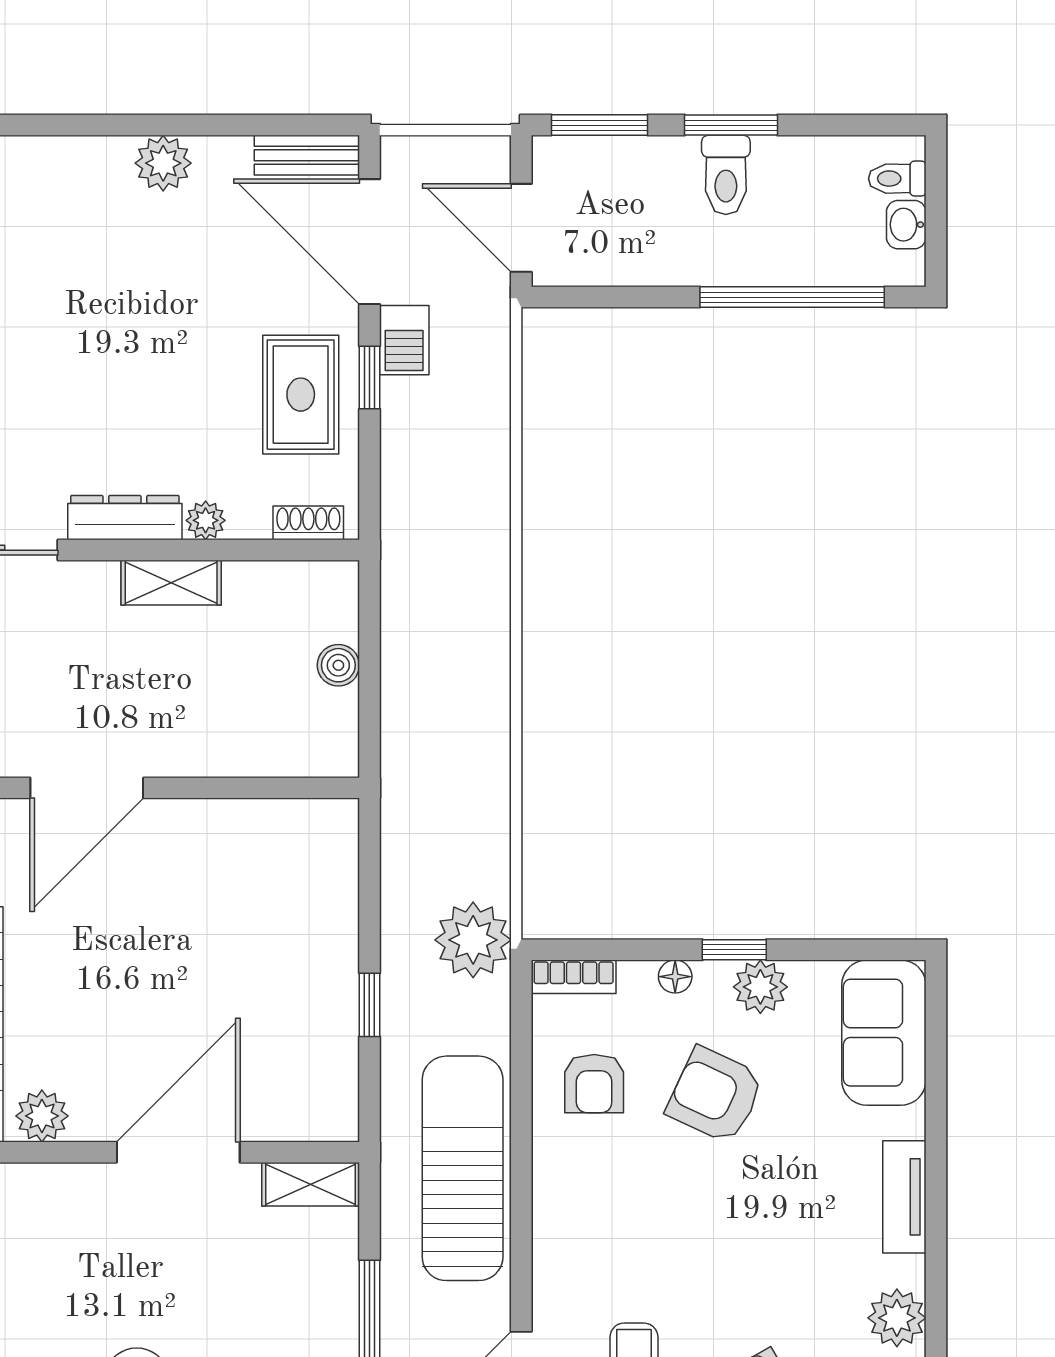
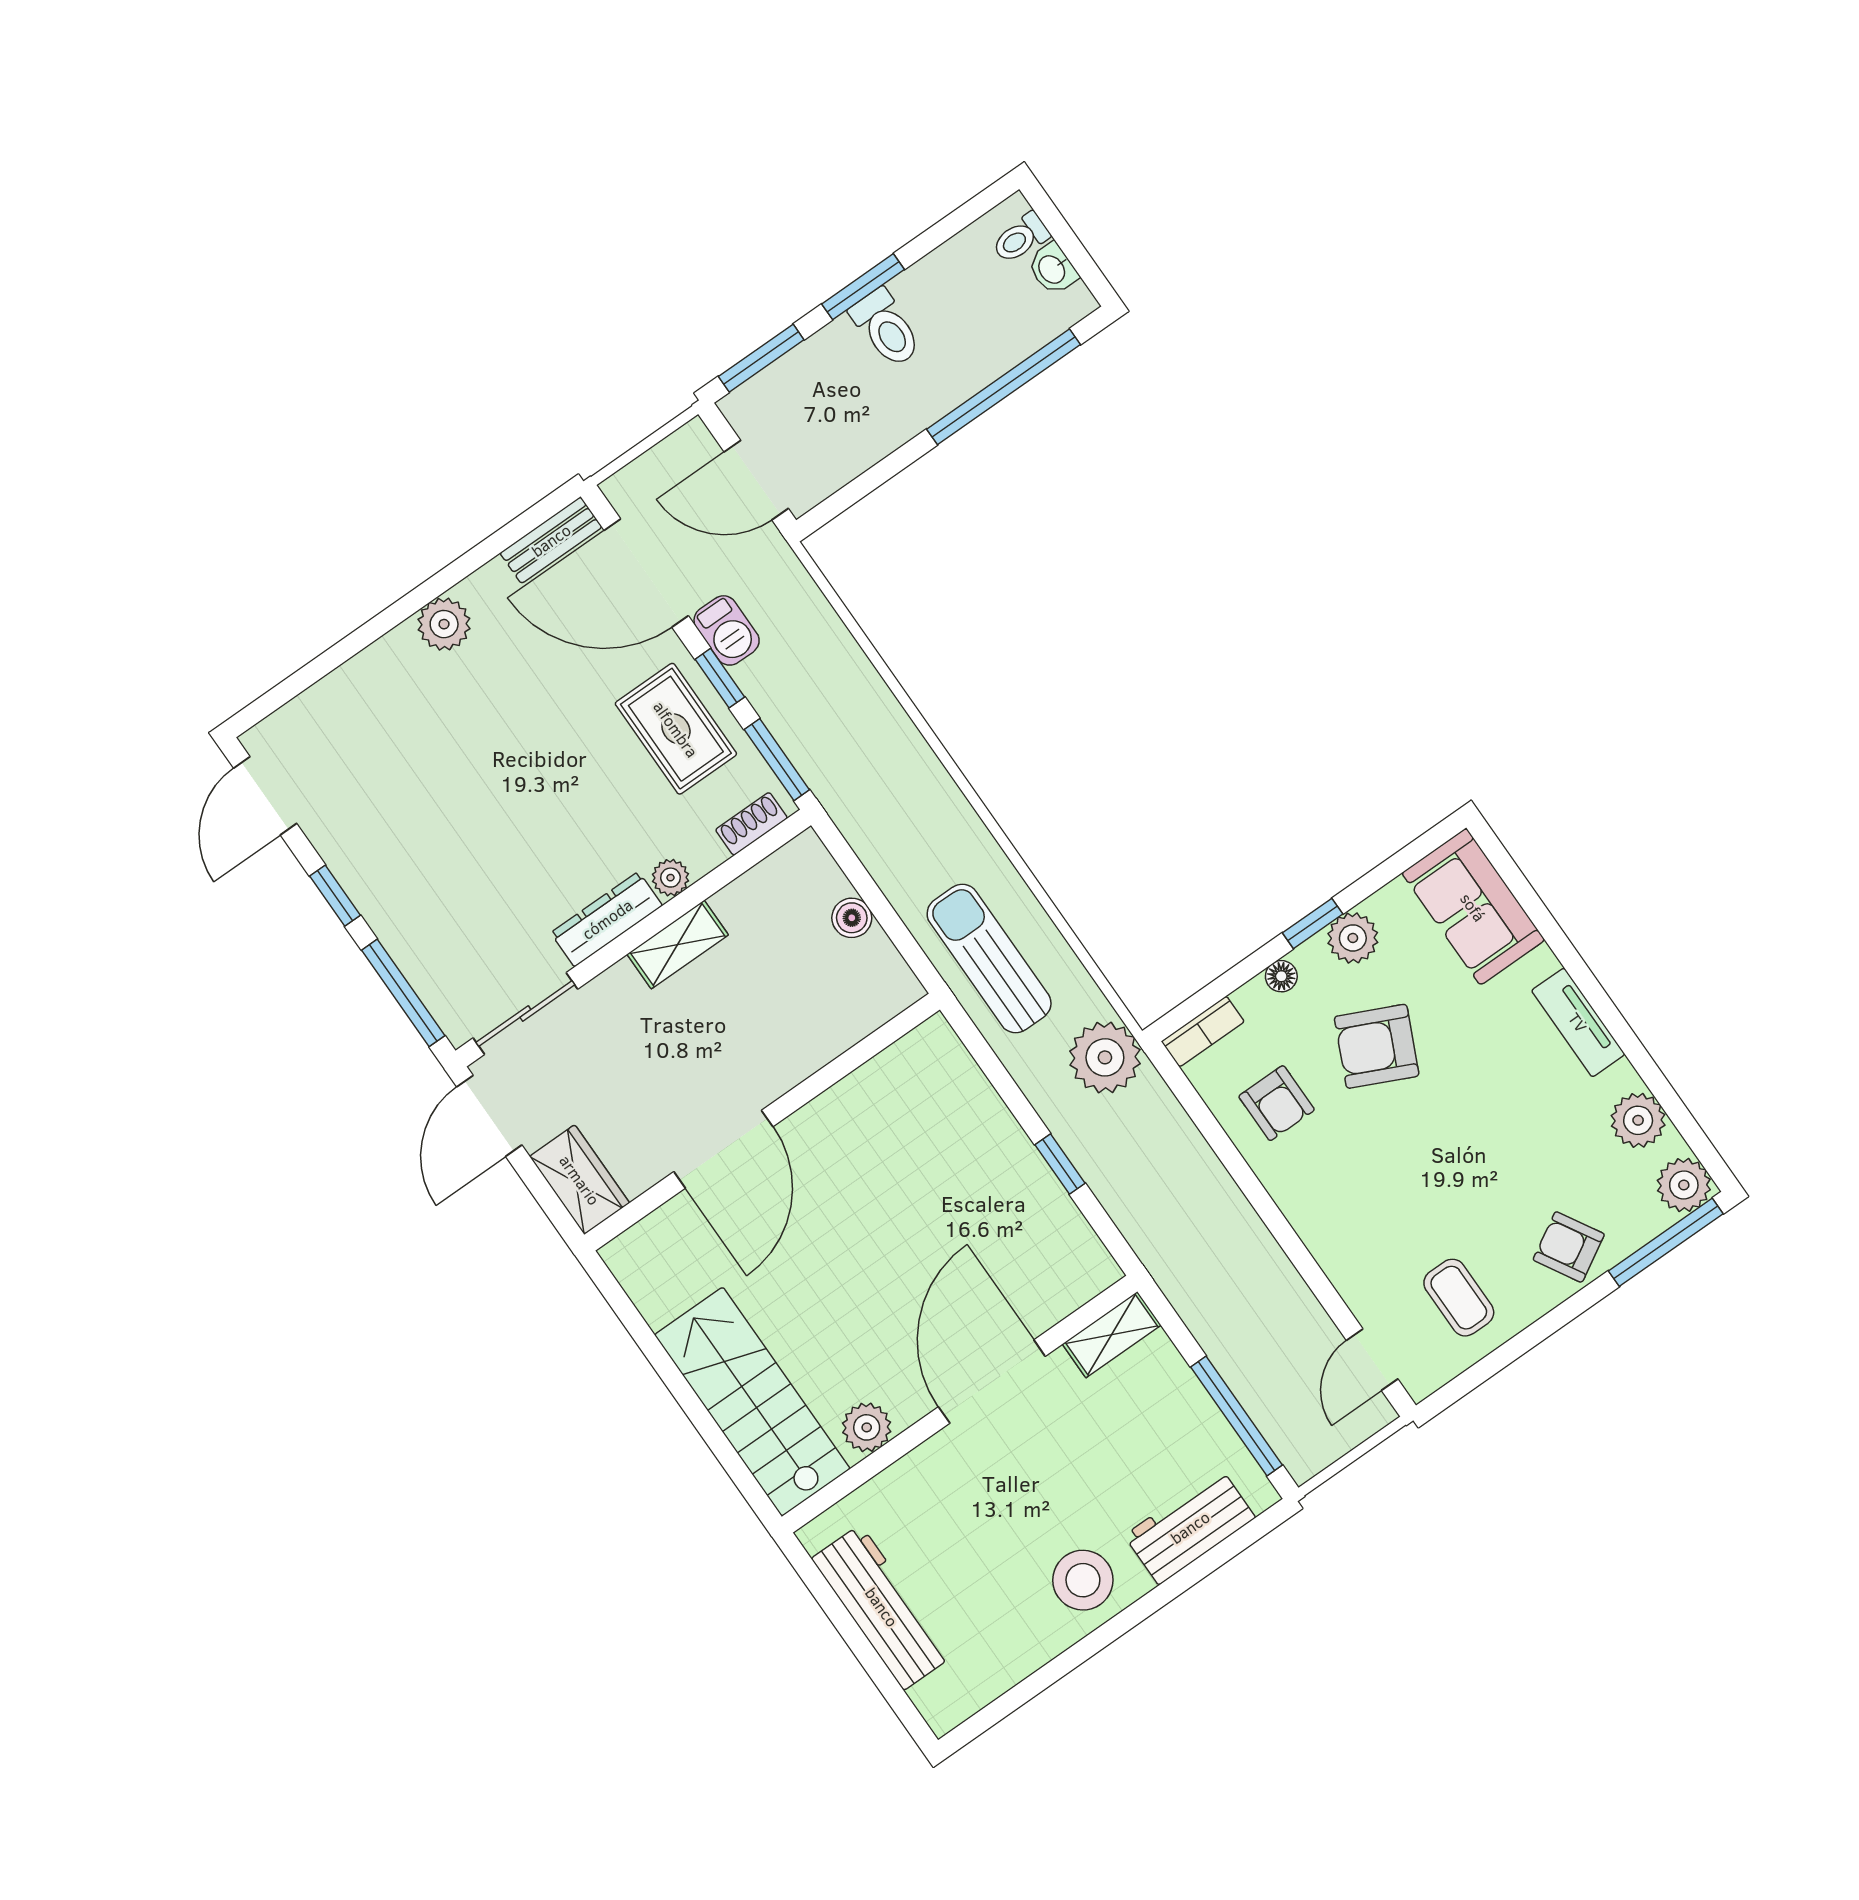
window: (369, 483) -> (777, 760), added
sun lounger: (463, 1168) -> (989, 959), moved, width x0.73, depth x0.75

